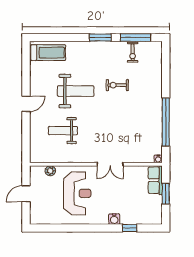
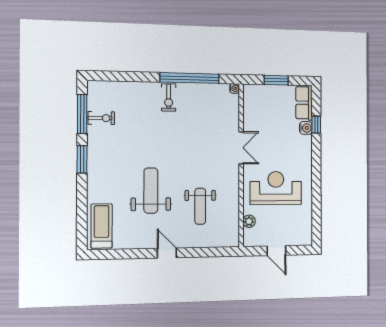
exercise bike: (117, 85) -> (169, 98), moved
row of seats: (155, 180) -> (304, 103), moved, turned 90
water cooler: (114, 219) -> (306, 128), moved

